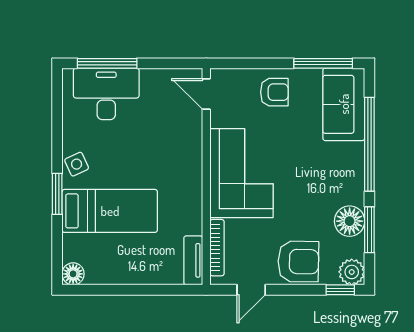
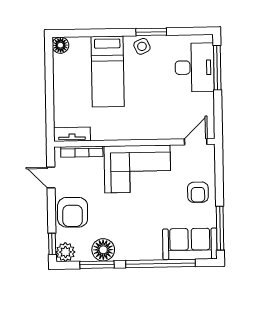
window: (57, 194) -> (151, 32), moved

